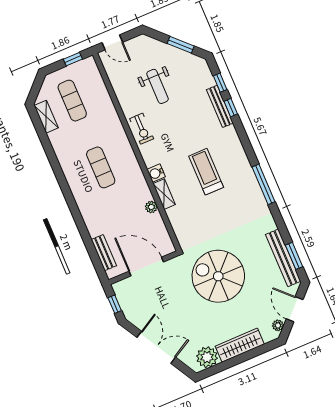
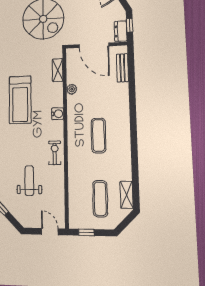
treadmill: (206, 172) -> (20, 100), width x1.37, depth x1.38
shelving: (164, 194) -> (58, 70), moved
dresser: (122, 294) -> (121, 31), added

